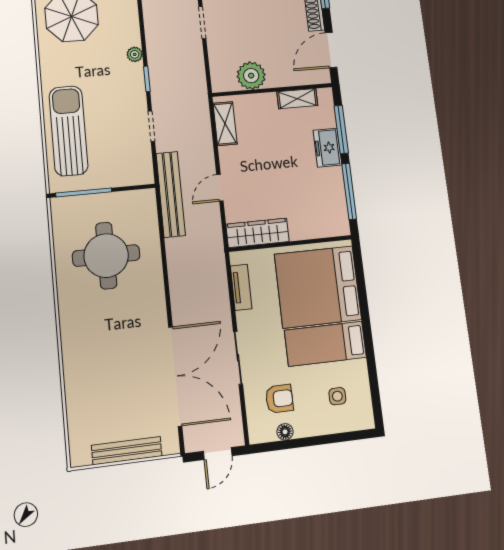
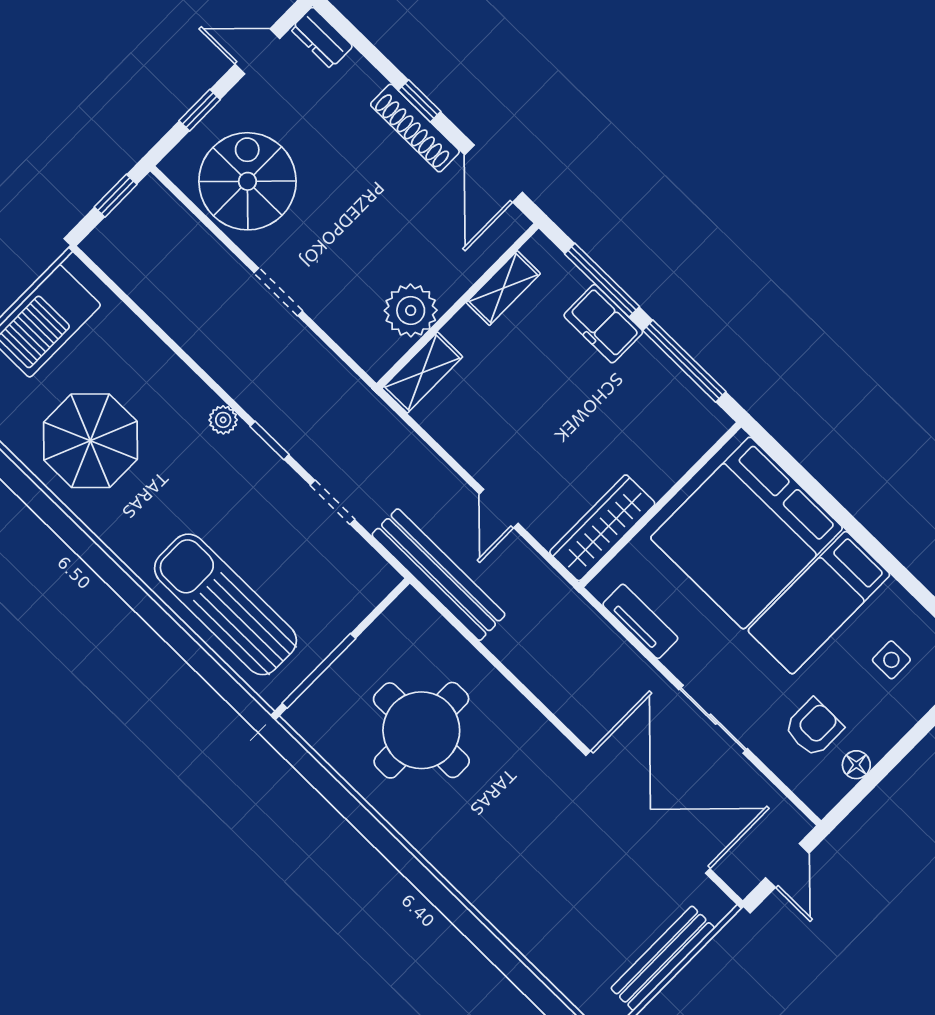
shelving: (225, 124) -> (422, 373), moved, turned 90

